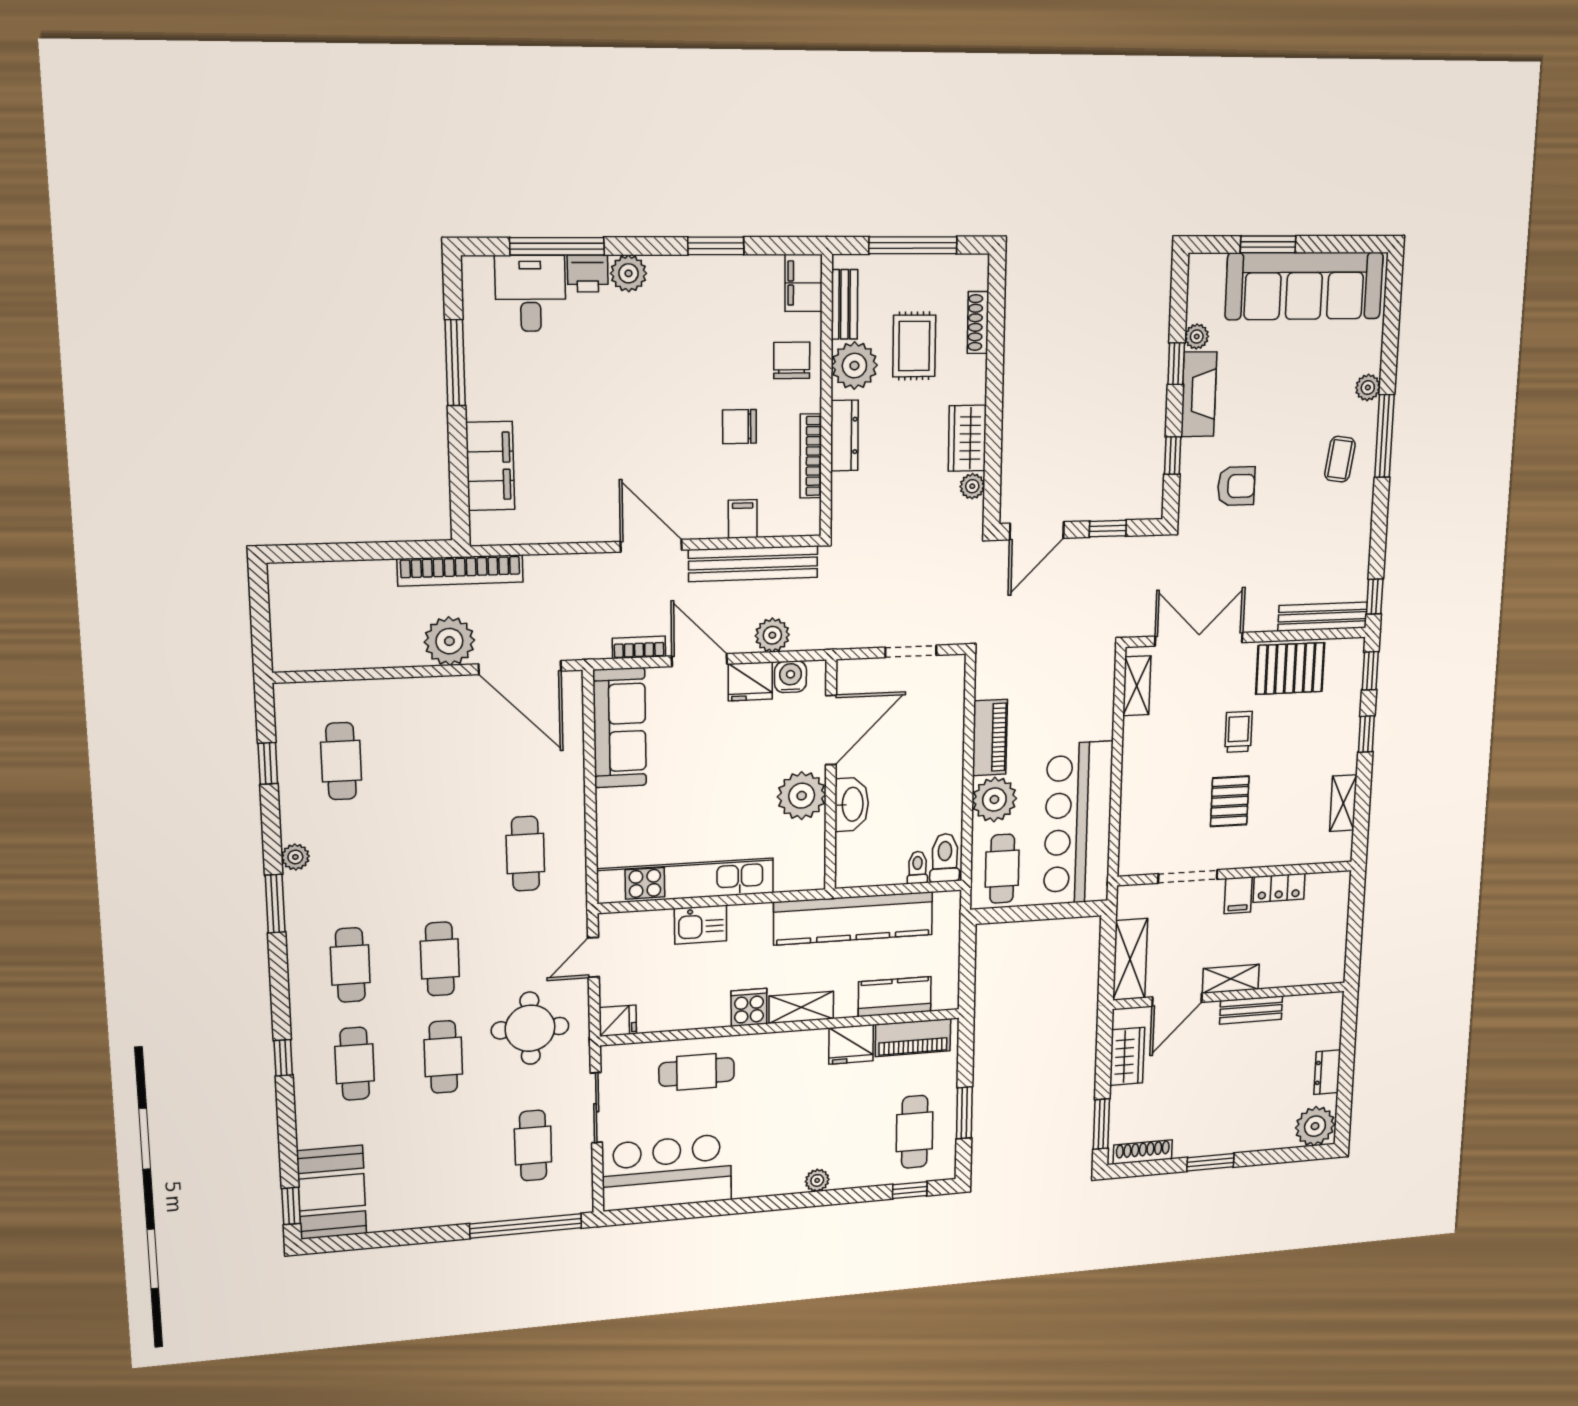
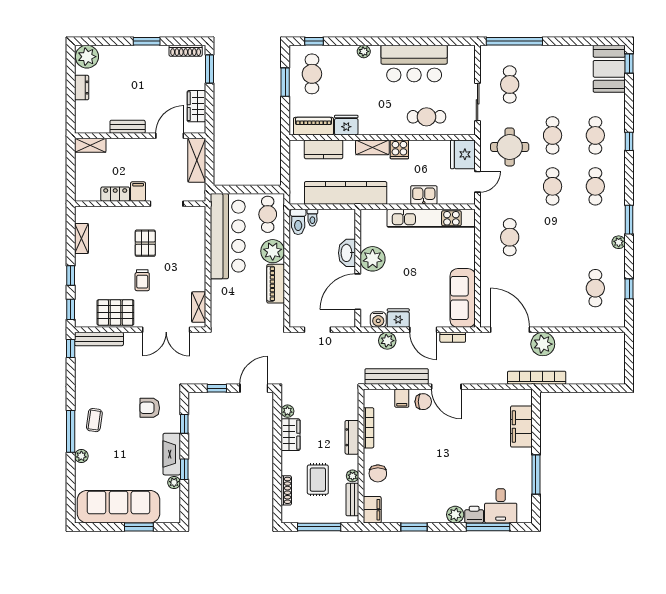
plant: (854, 366) -> (352, 476), width x0.53, depth x0.53
chair: (739, 427) -> (423, 402), moved
shelving: (1231, 979) -> (90, 145), moved
fridge: (618, 1021) -> (463, 154), width x1.88, depth x1.34
bar counter: (667, 1172) -> (414, 64), moved

